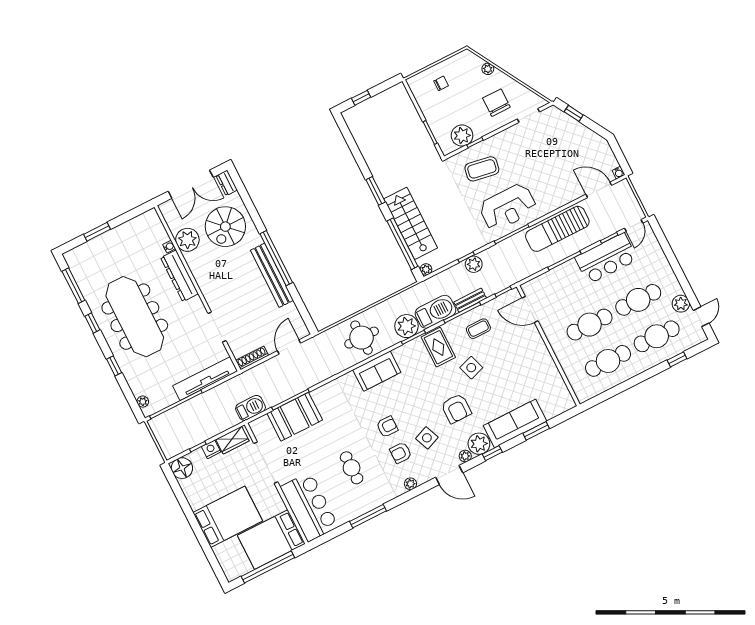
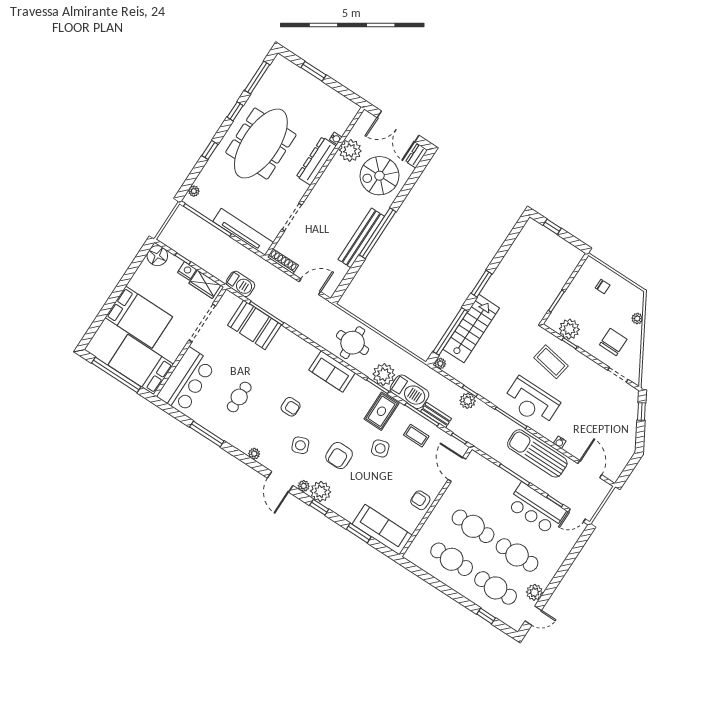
water cooler: (618, 173) -> (560, 442), moved
sofa: (515, 423) -> (382, 530), moved
armchair: (401, 453) -> (420, 500), moved

